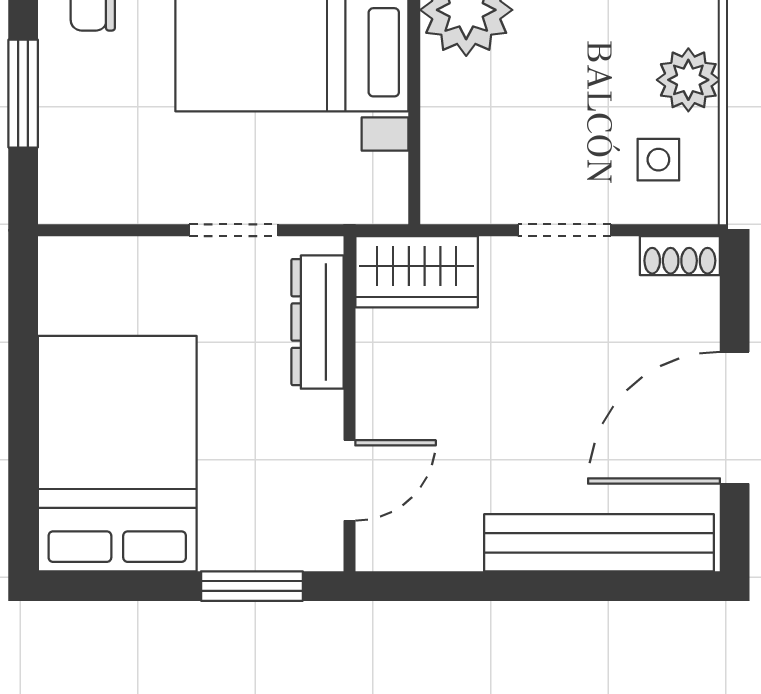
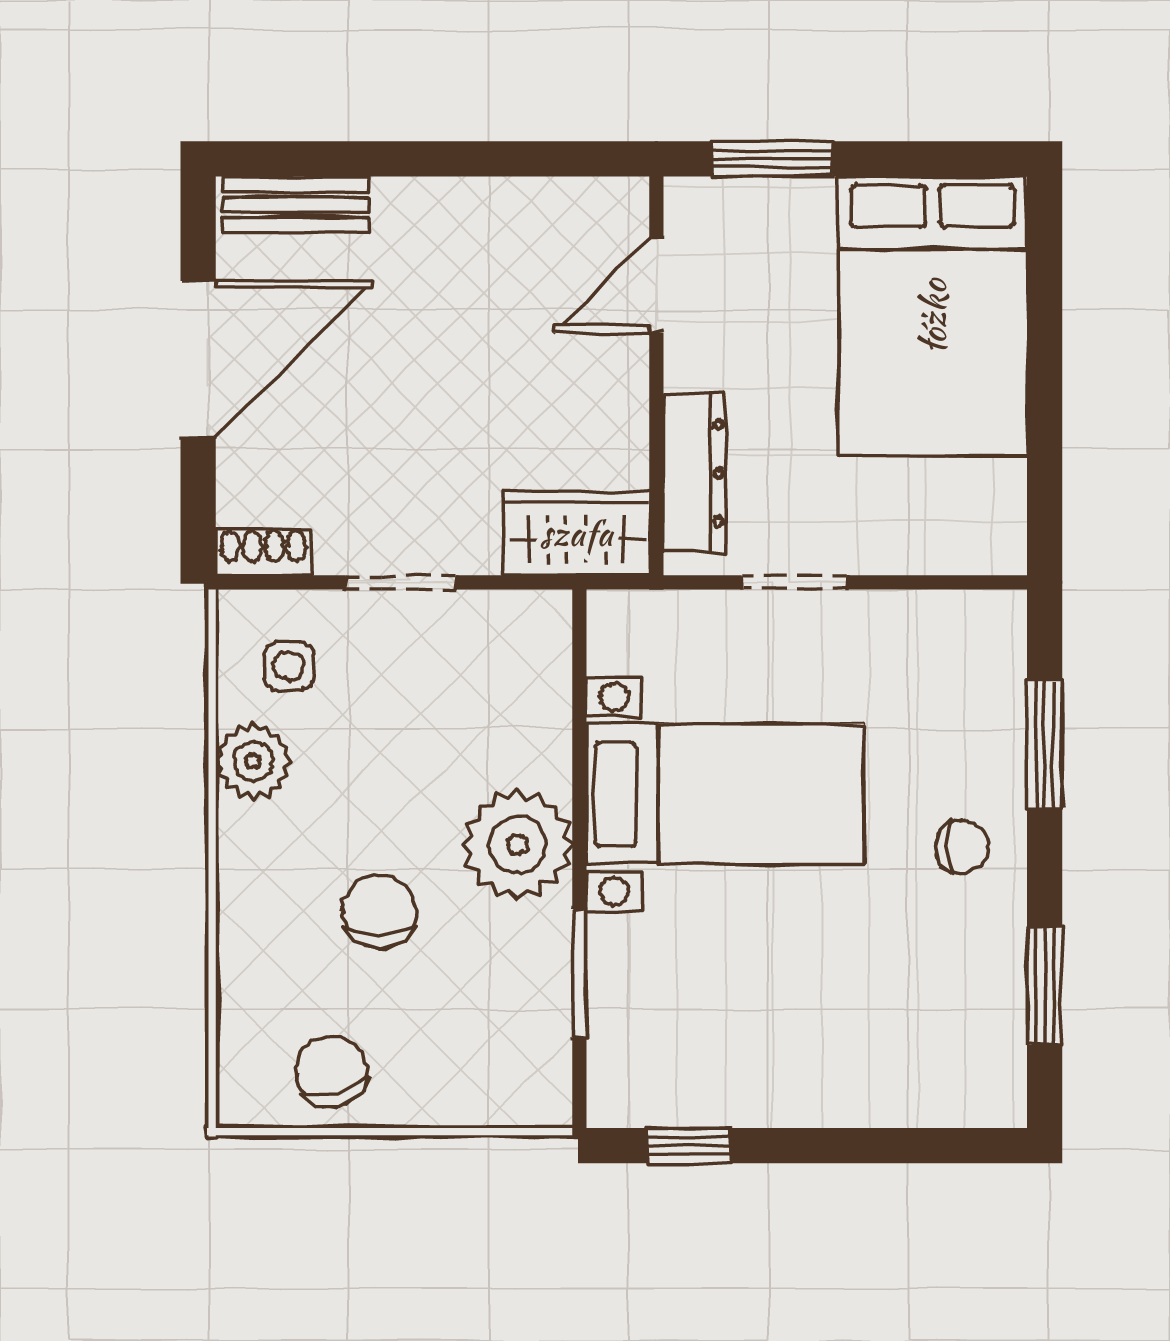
bench: (599, 543) -> (296, 204), width x0.54, depth x0.82

